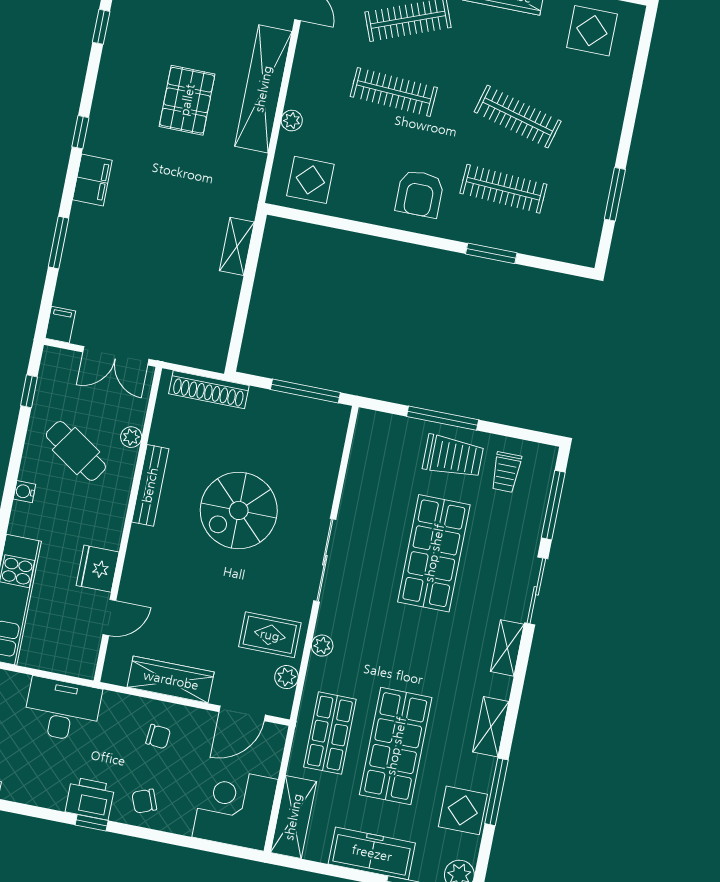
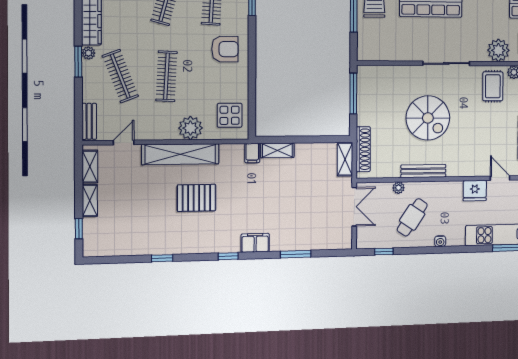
plant: (292, 121) -> (190, 128), width x1.88, depth x1.88
filing cabinet: (60, 325) -> (252, 153), moved, turned -90
shelving: (199, 356) -> (345, 159), added
plant: (322, 646) -> (498, 50), width x1.88, depth x1.88

